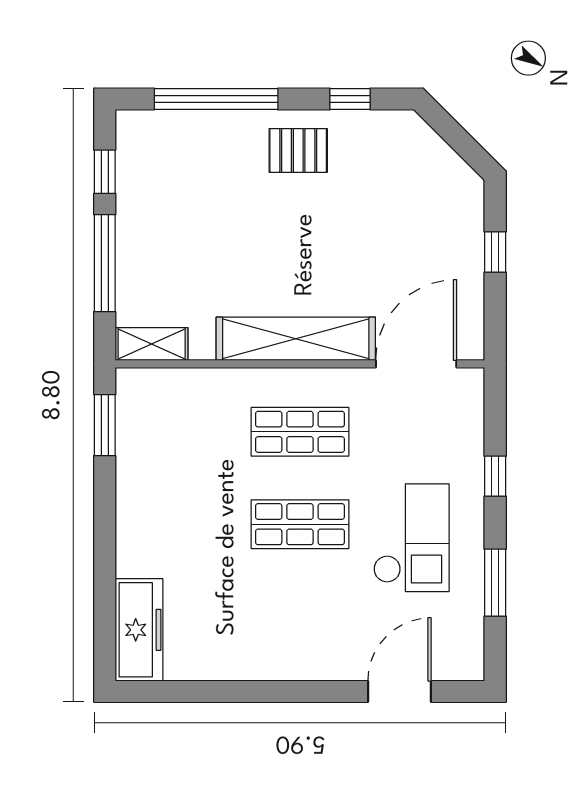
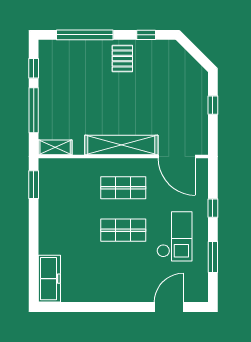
pallet: (298, 150) -> (122, 59), turned 90
door: (416, 364) -> (177, 157), swing flipped

